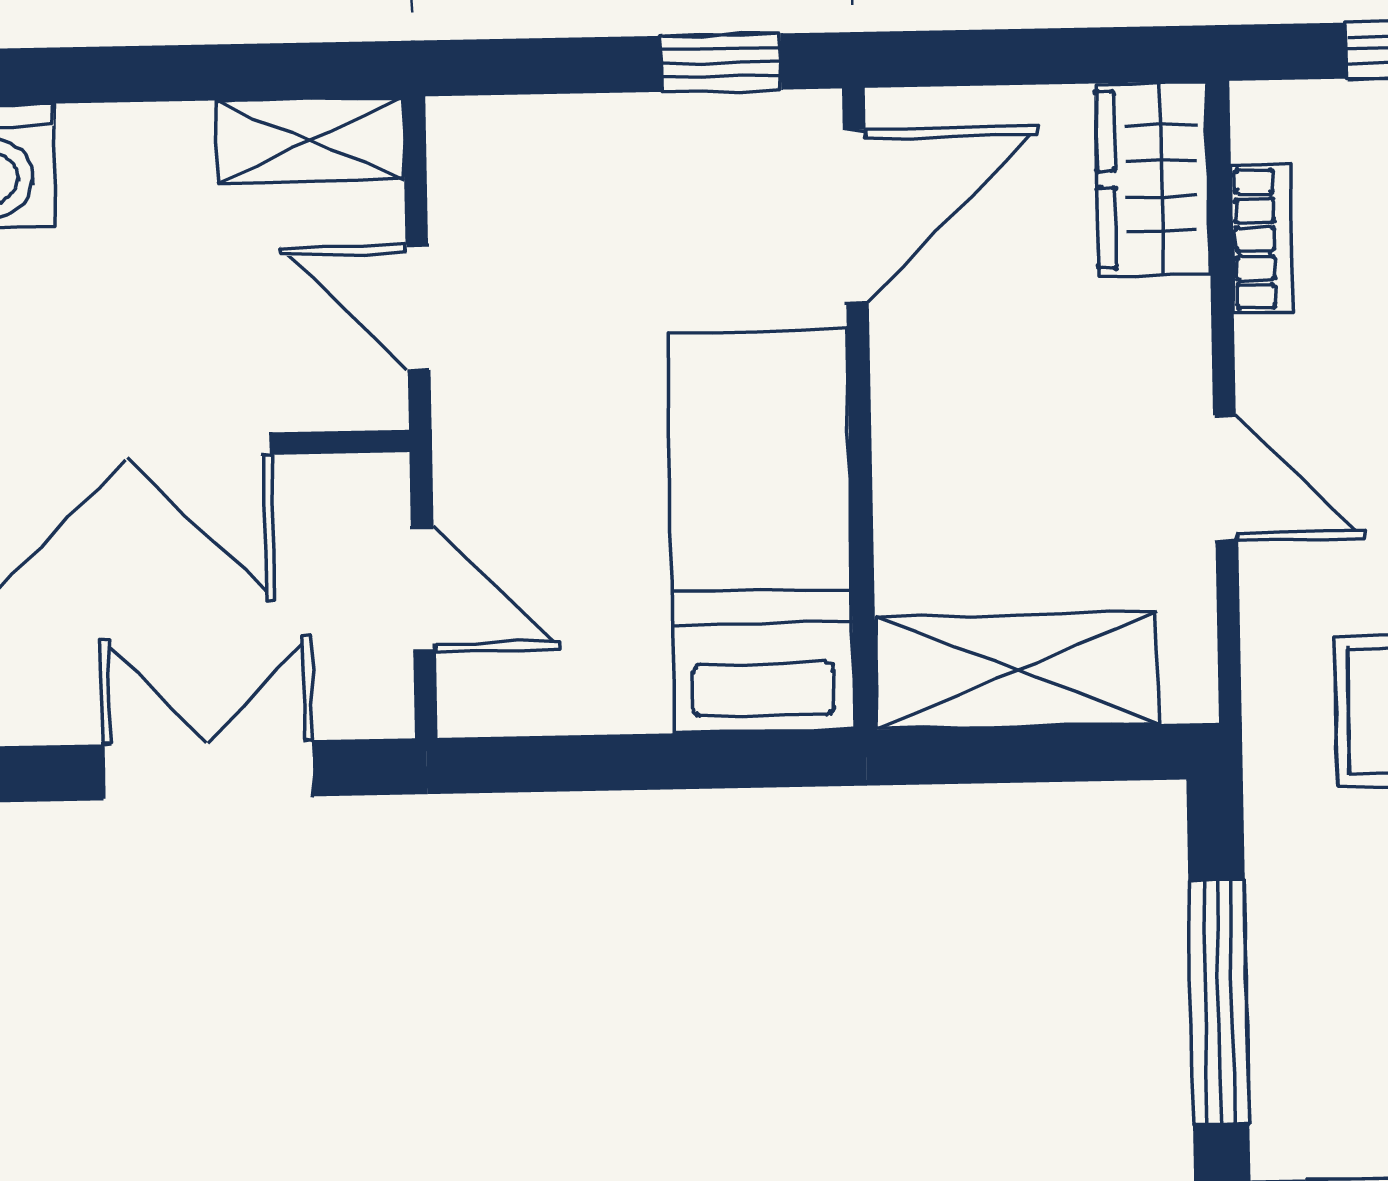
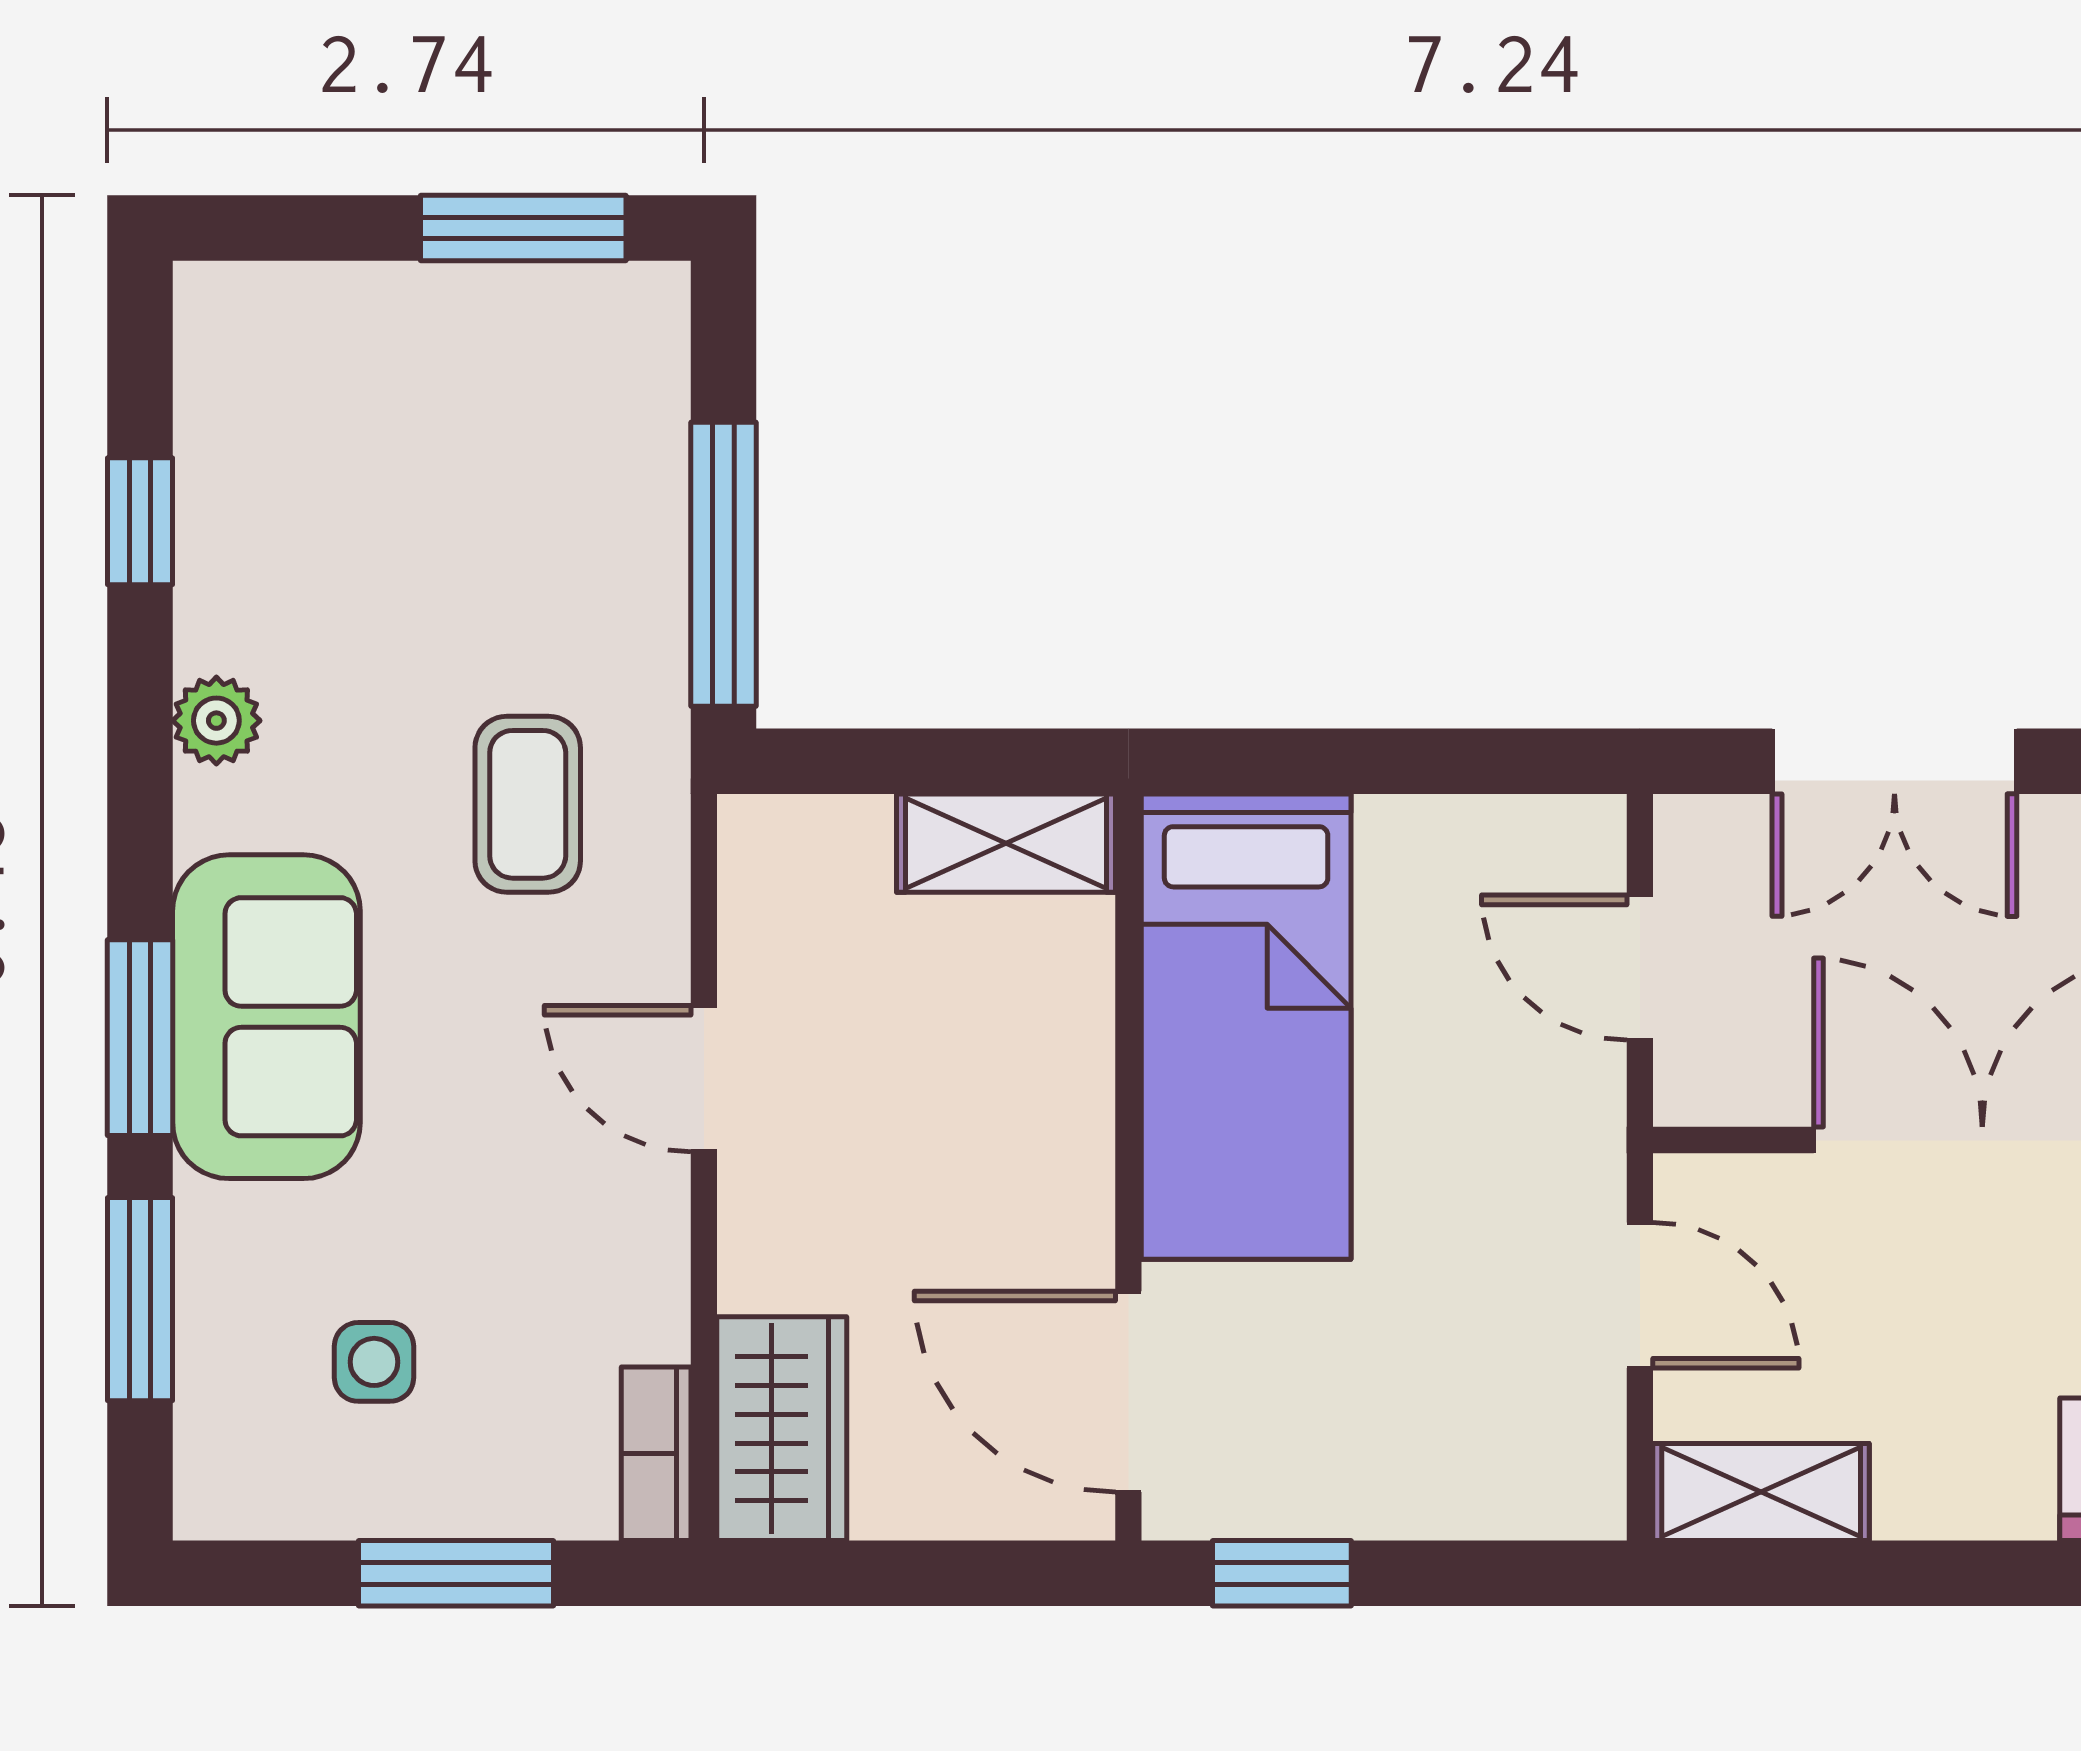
door: (856, 216) -> (1128, 1392), hinge flipped
bookcase: (1262, 239) -> (656, 1454), moved
shelving: (1017, 670) -> (1006, 843), width x0.67, depth x0.75
window: (1219, 1002) -> (723, 564), moved

